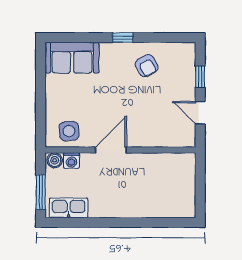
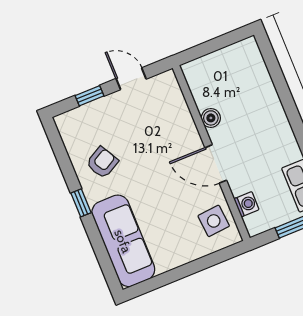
sofa: (72, 58) -> (123, 241), width x1.36
door: (200, 113) -> (131, 79), swing flipped
boiler: (55, 160) -> (211, 118), moved

